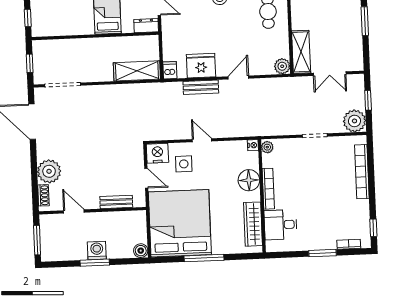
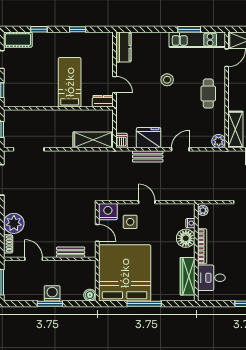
nightstand: (253, 145) -> (190, 223), moved

